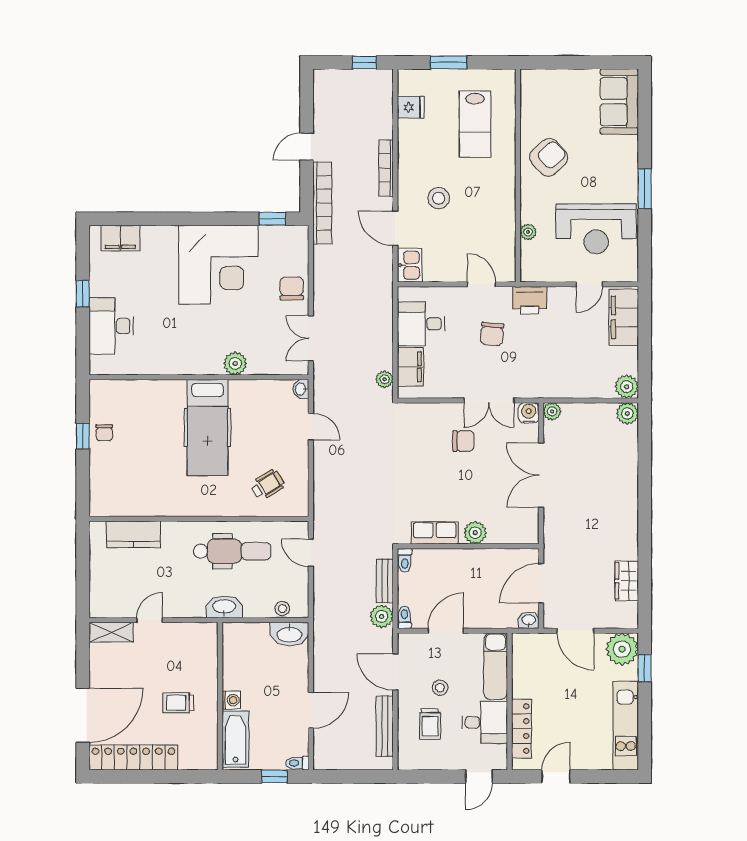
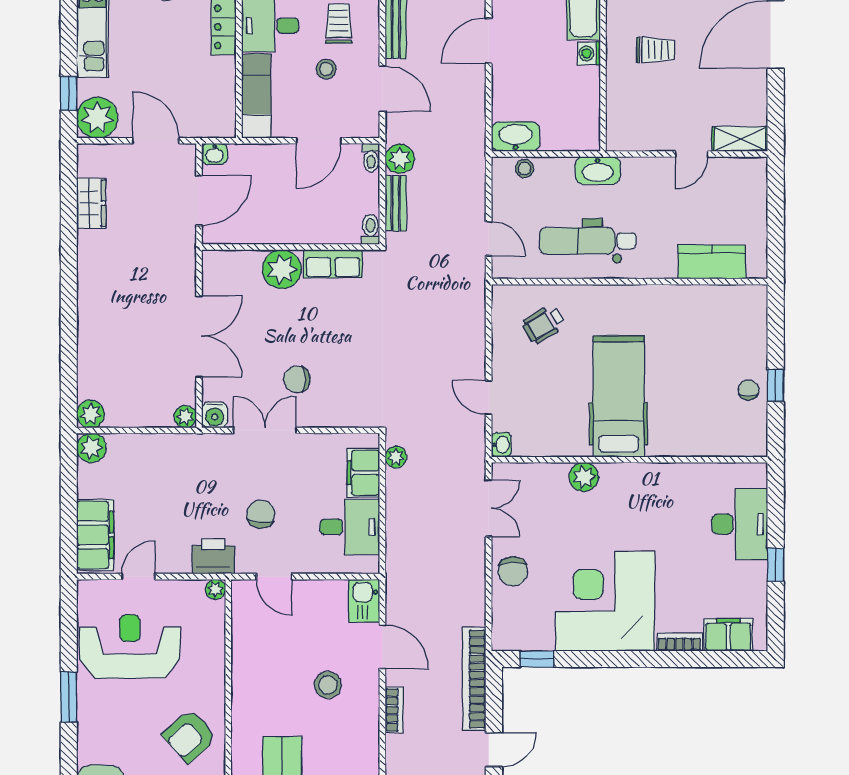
bookcase: (386, 168) -> (394, 710), width x0.64
bookcase: (159, 232) -> (679, 642), added
plant: (528, 232) -> (215, 589), moved
plant: (475, 533) -> (282, 269), width x1.36, depth x1.36

